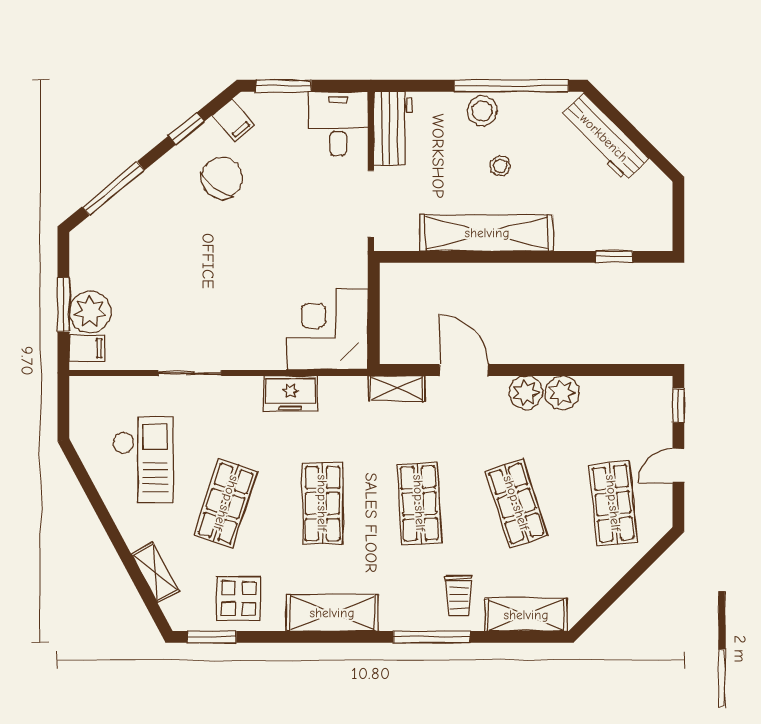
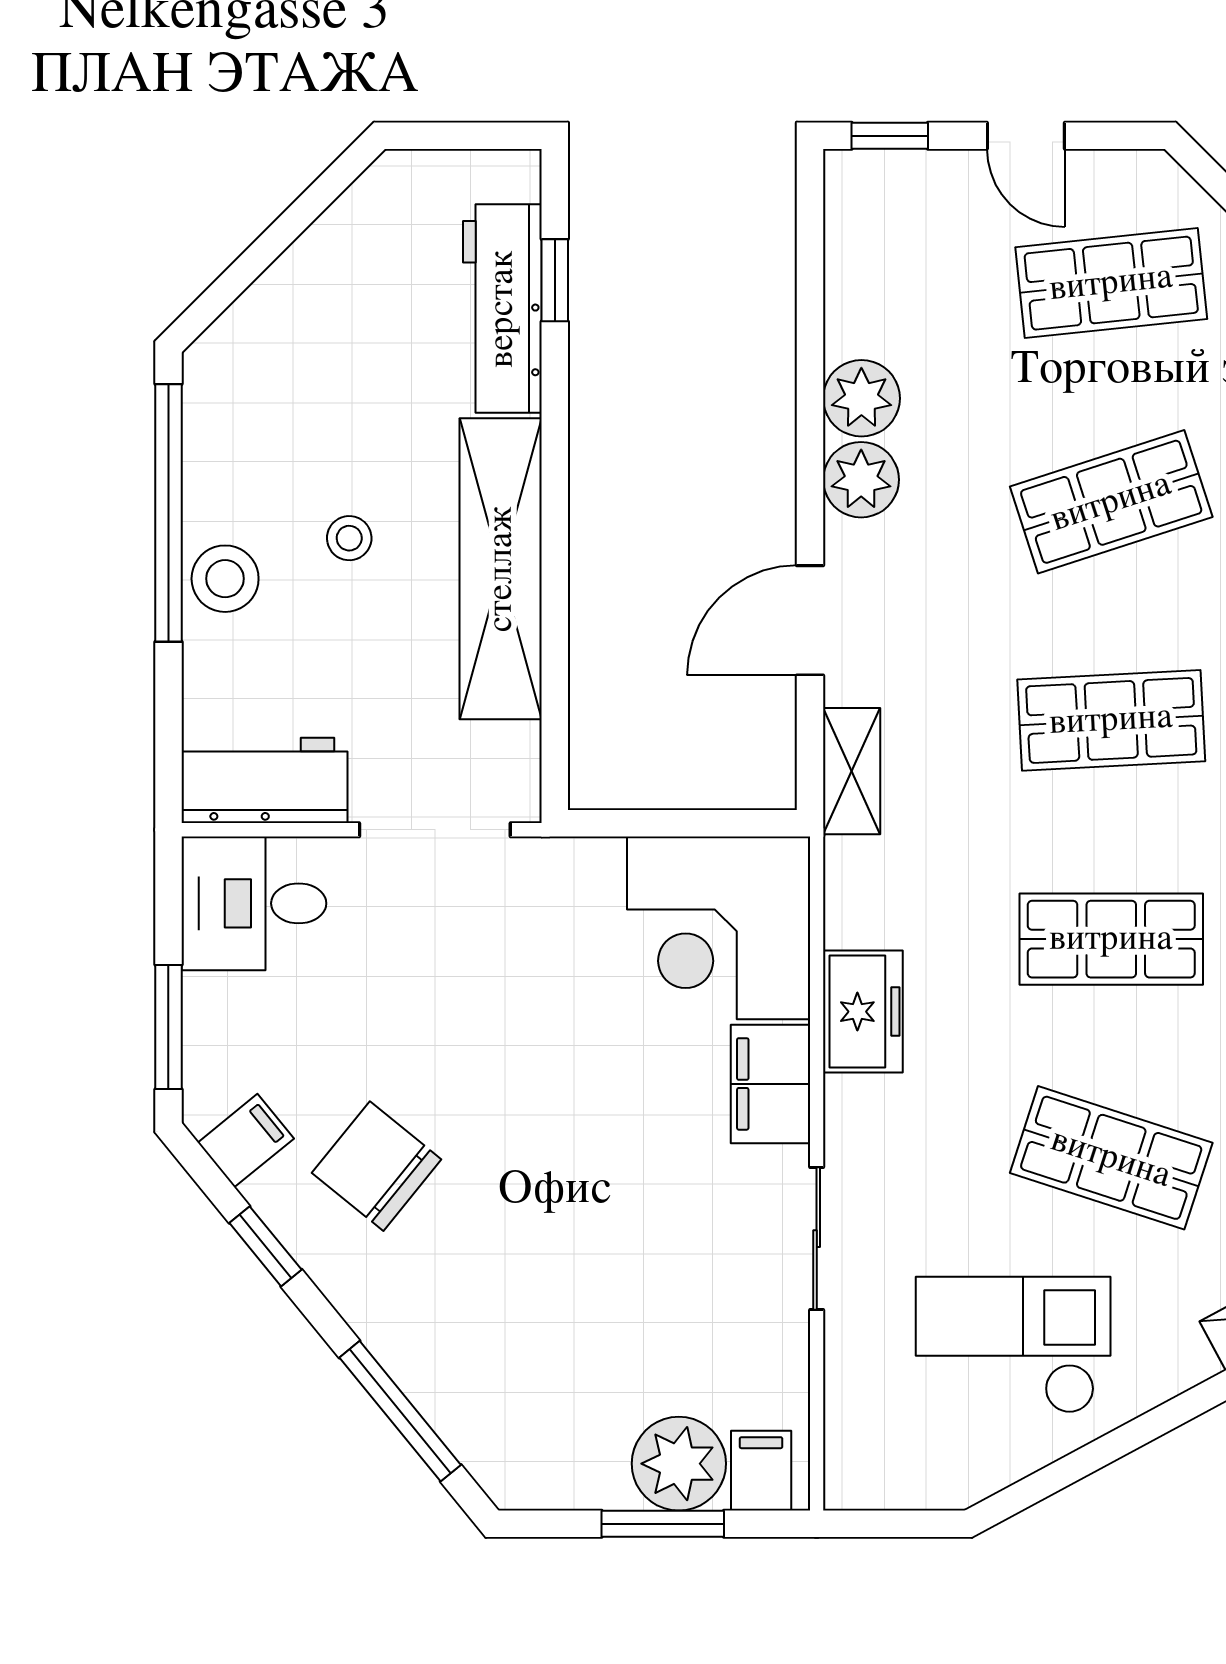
workbench: (604, 138) -> (502, 309), moved, turned 135
filing cabinet: (258, 352) -> (770, 1084), added

